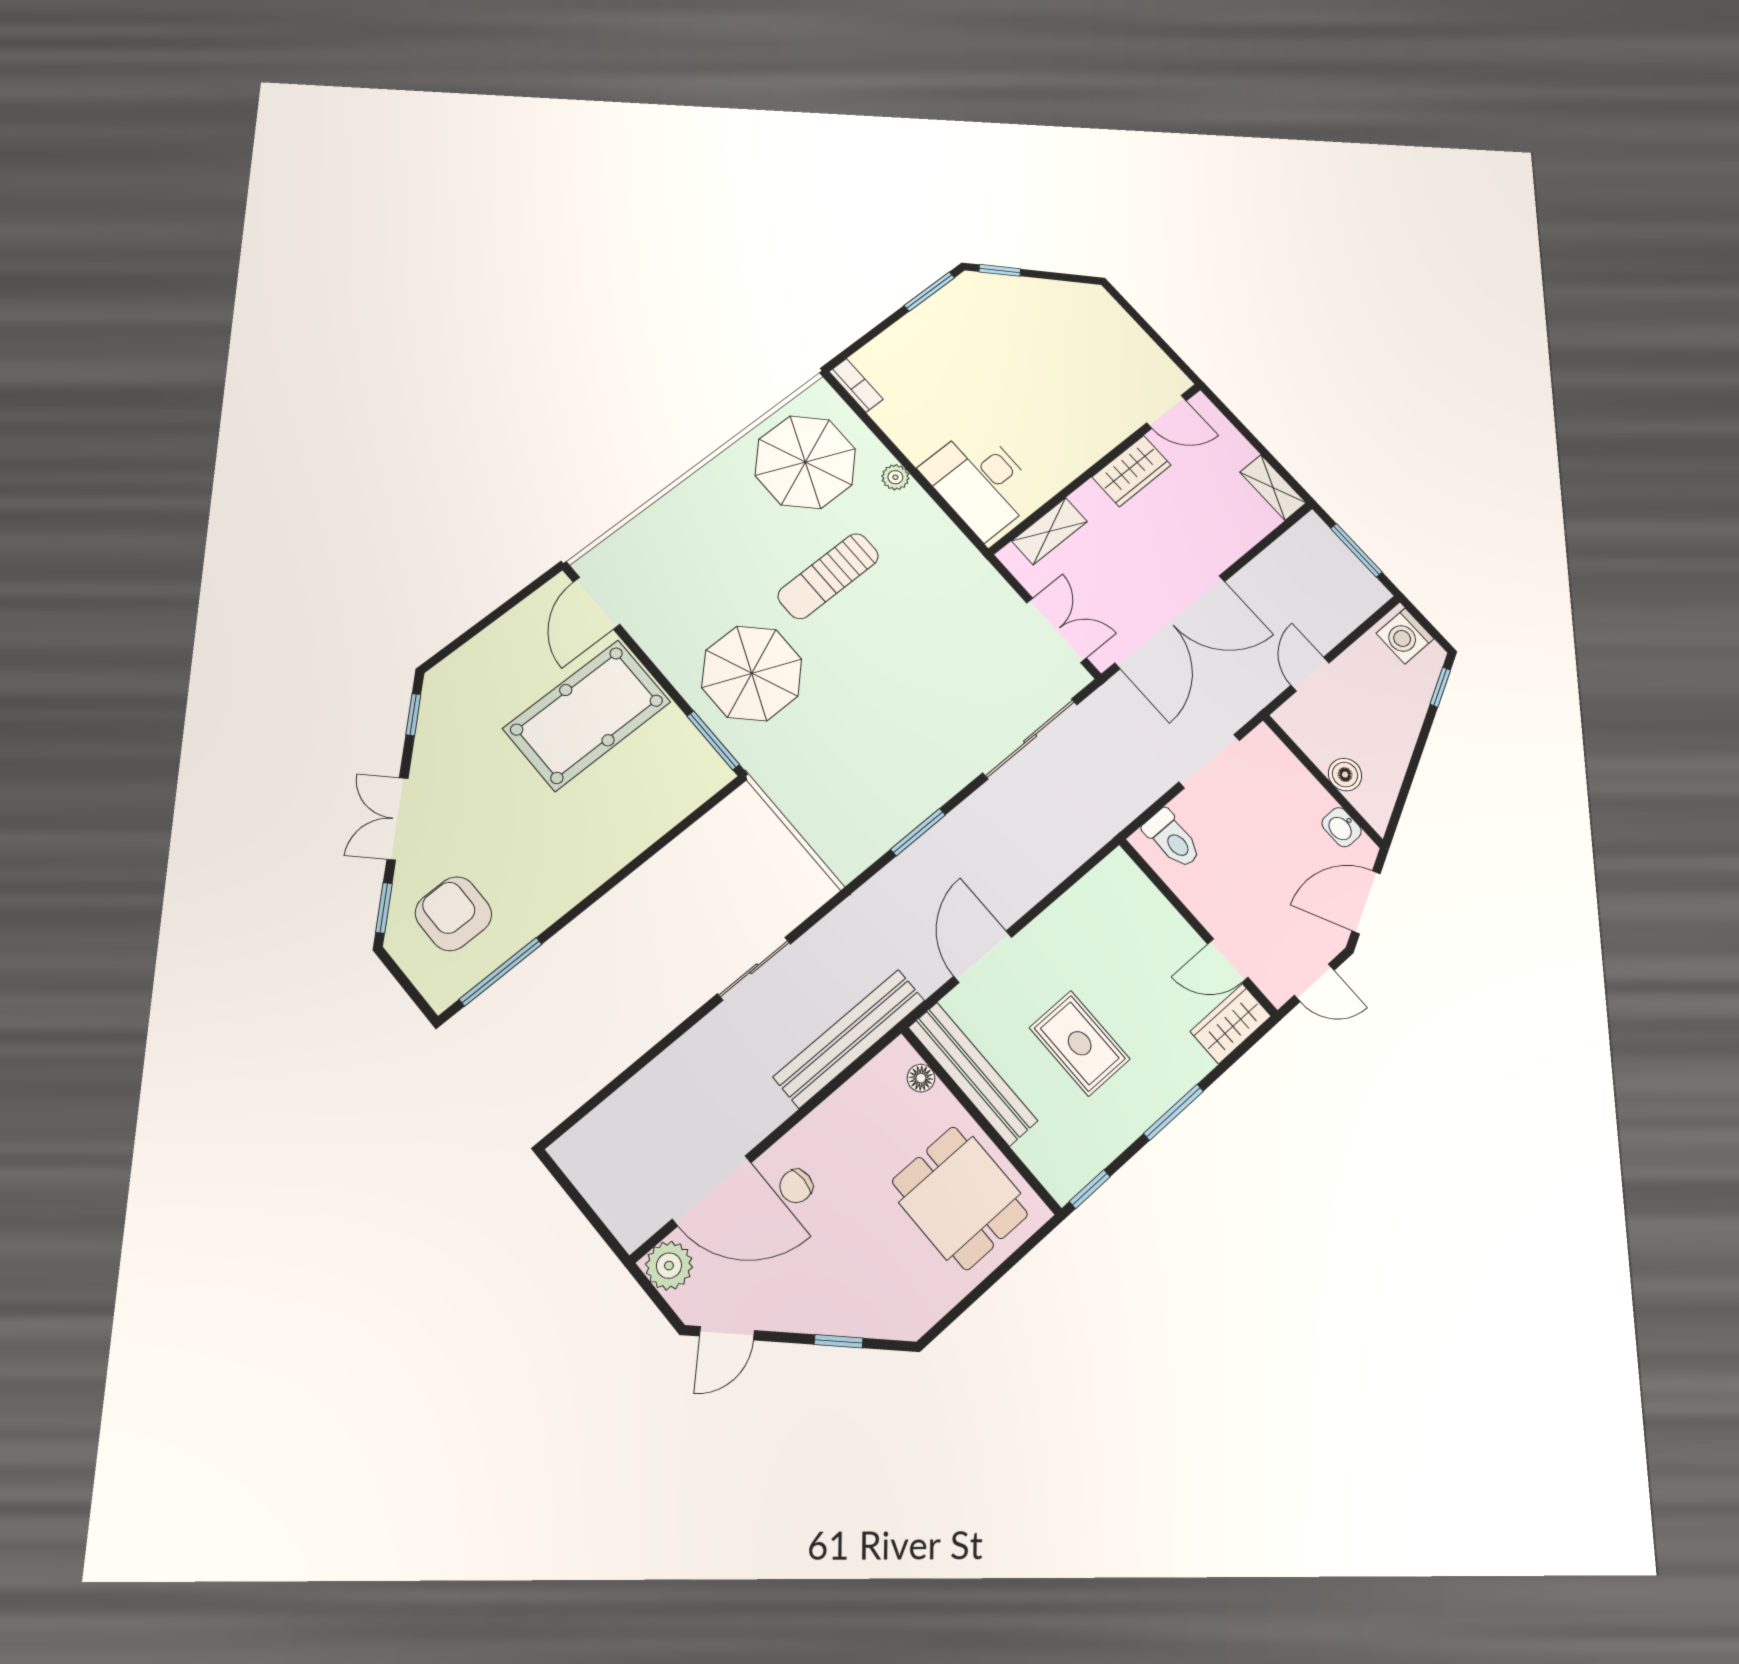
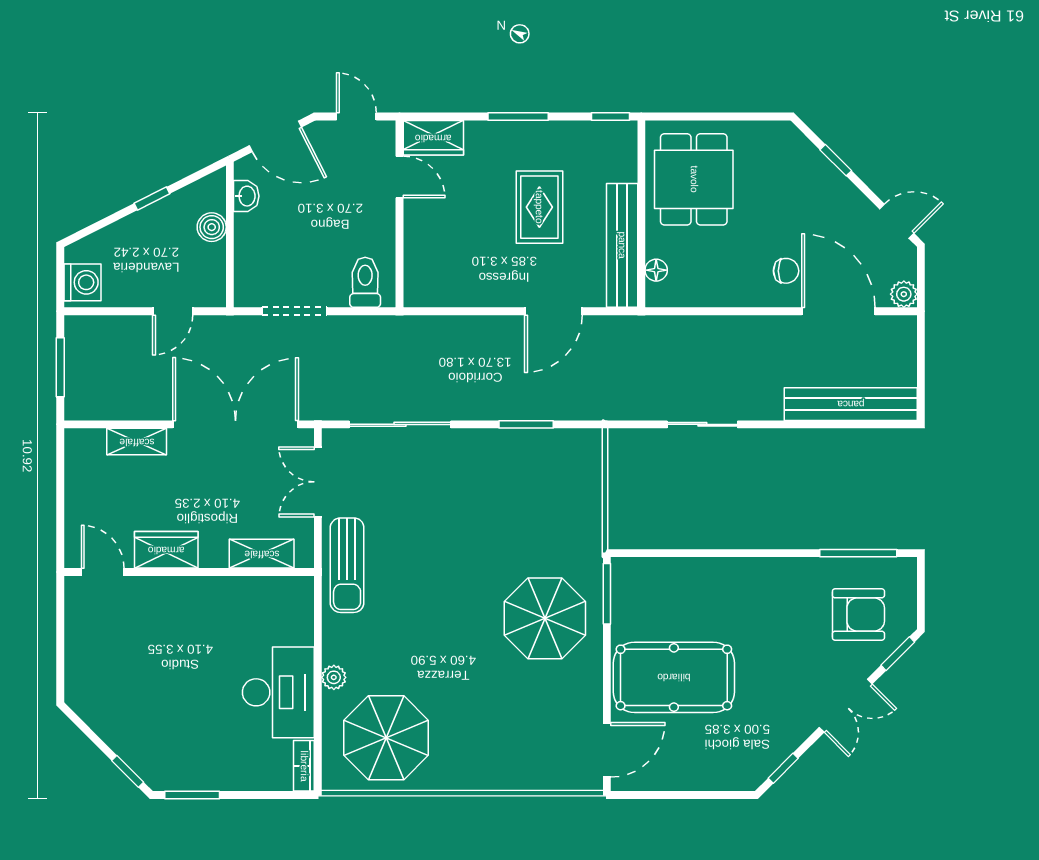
desk: (980, 482) -> (278, 692), moved
shelving: (1273, 487) -> (137, 442), moved, turned 90
sun lounger: (828, 576) -> (347, 565), moved, turned 90
window: (1440, 687) -> (152, 199), moved
armchair: (453, 914) -> (858, 614), turned -90
bench: (849, 1038) -> (851, 404), moved
plant: (669, 1266) -> (904, 294), width x0.73, depth x0.73

